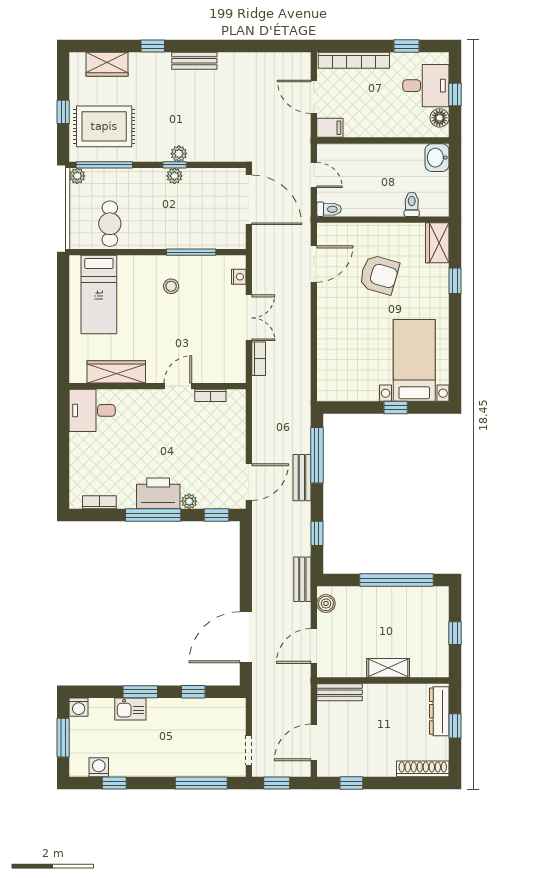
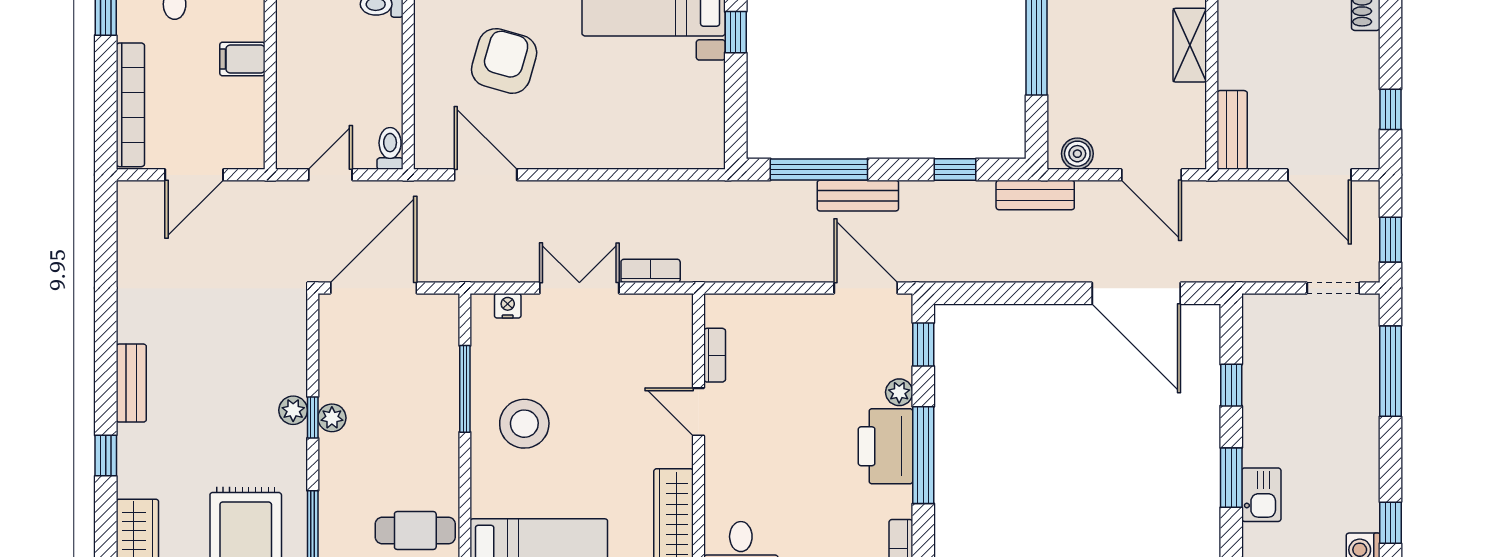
filing cabinet: (330, 128) -> (242, 59), moved, turned -90
stool: (171, 286) -> (524, 424), width x1.89, depth x1.89

